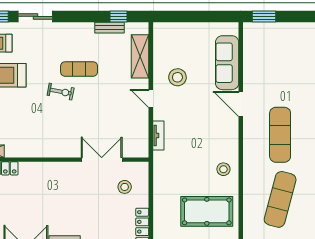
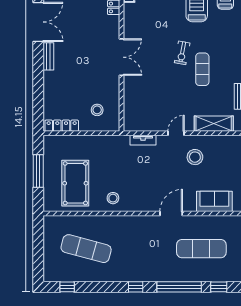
sofa: (227, 63) -> (214, 201), width x0.73
exercise mat: (280, 135) -> (201, 249), moved
double door: (102, 160) -> (122, 57), moved

